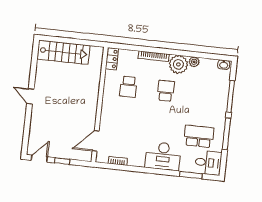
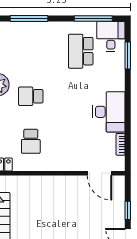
school desk: (128, 87) -> (31, 141), turned 90
window: (226, 134) -> (93, 19), moved
desk: (163, 156) -> (109, 112), moved

